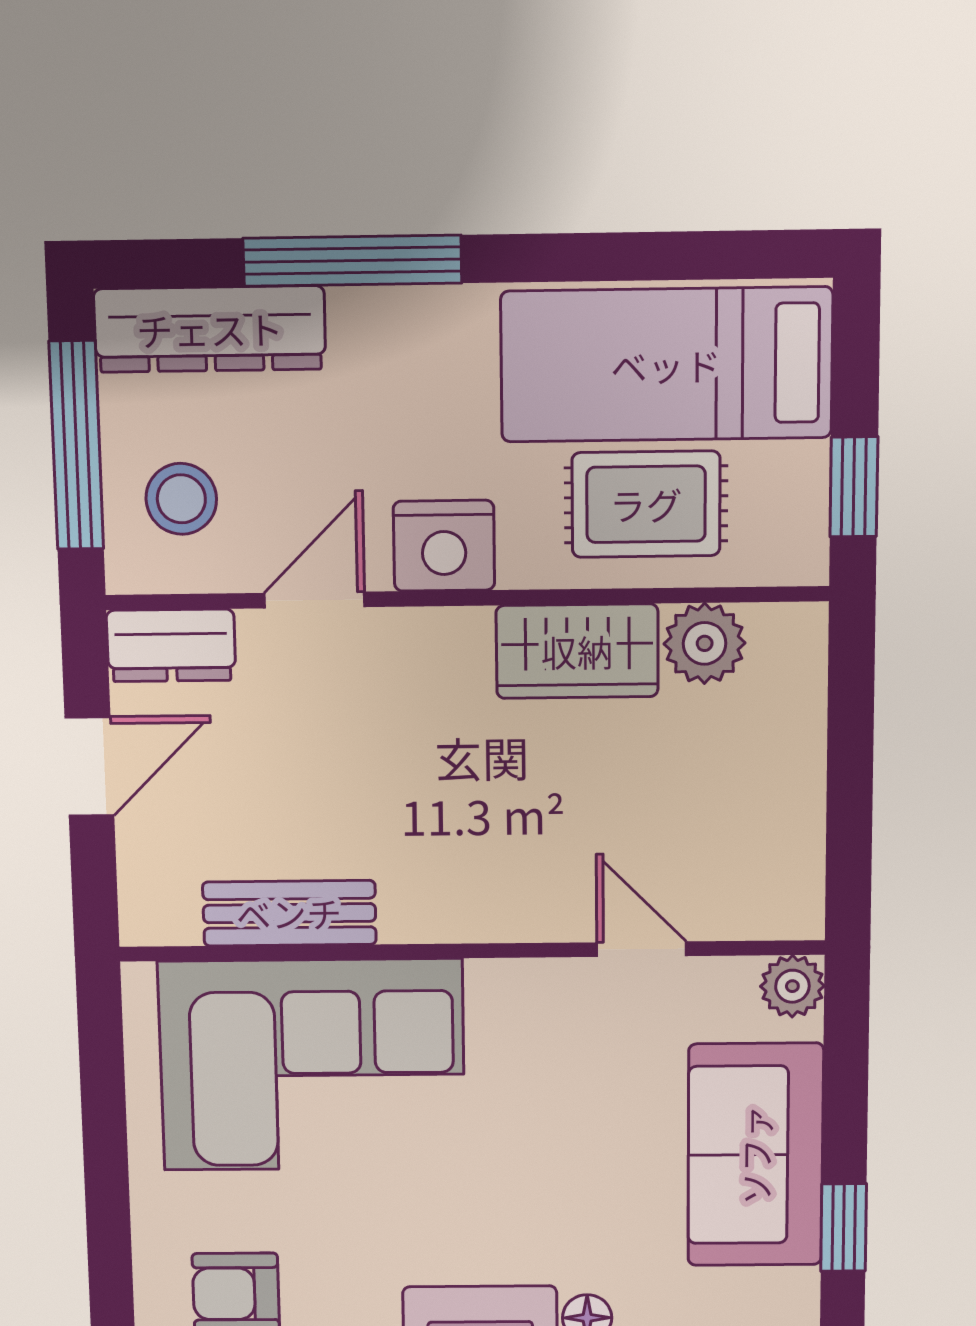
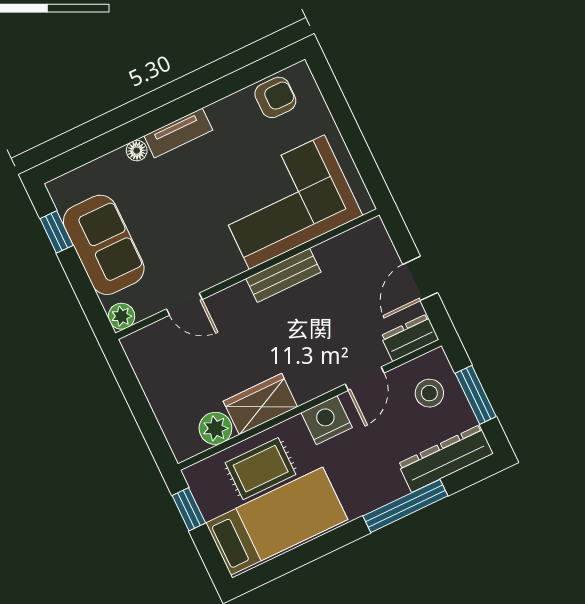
window: (76, 445) -> (476, 395), width x0.69
bench: (289, 913) -> (283, 275), moved

